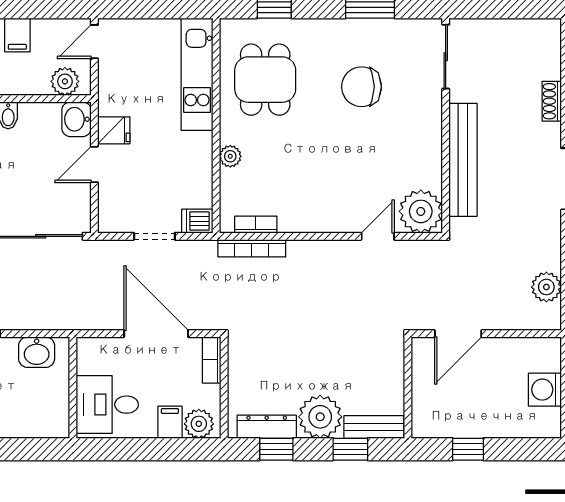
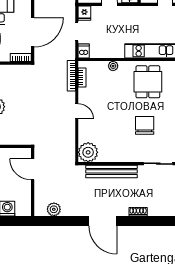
dining table: (265, 80) -> (148, 82), turned 90
fridge: (114, 130) -> (84, 13), moved
door: (378, 236) -> (77, 111), moved

